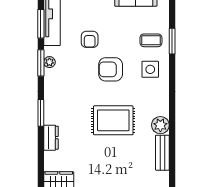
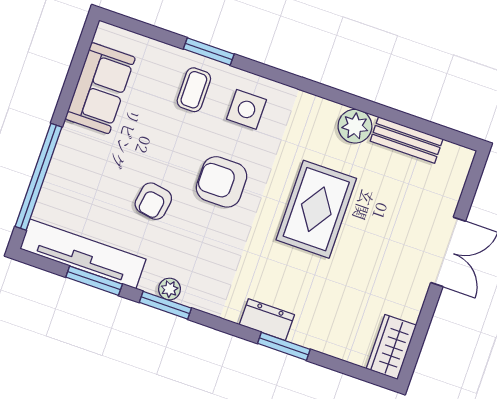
armchair: (90, 39) -> (153, 201), turned 99
armchair: (111, 69) -> (222, 182), turned 90
window: (41, 113) -> (284, 346), moved
dresser: (51, 138) -> (267, 320), moved

